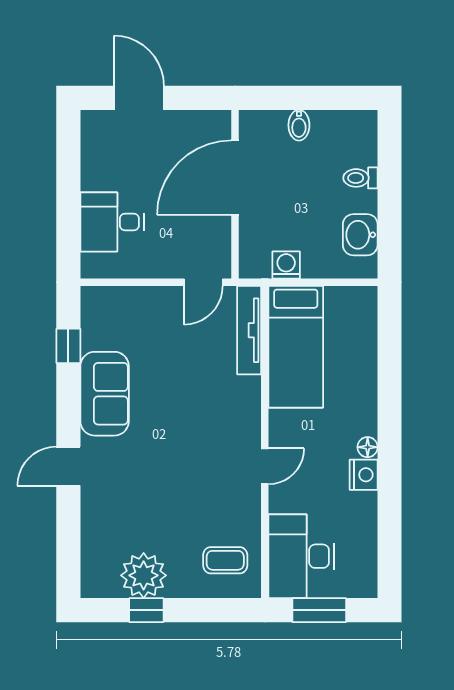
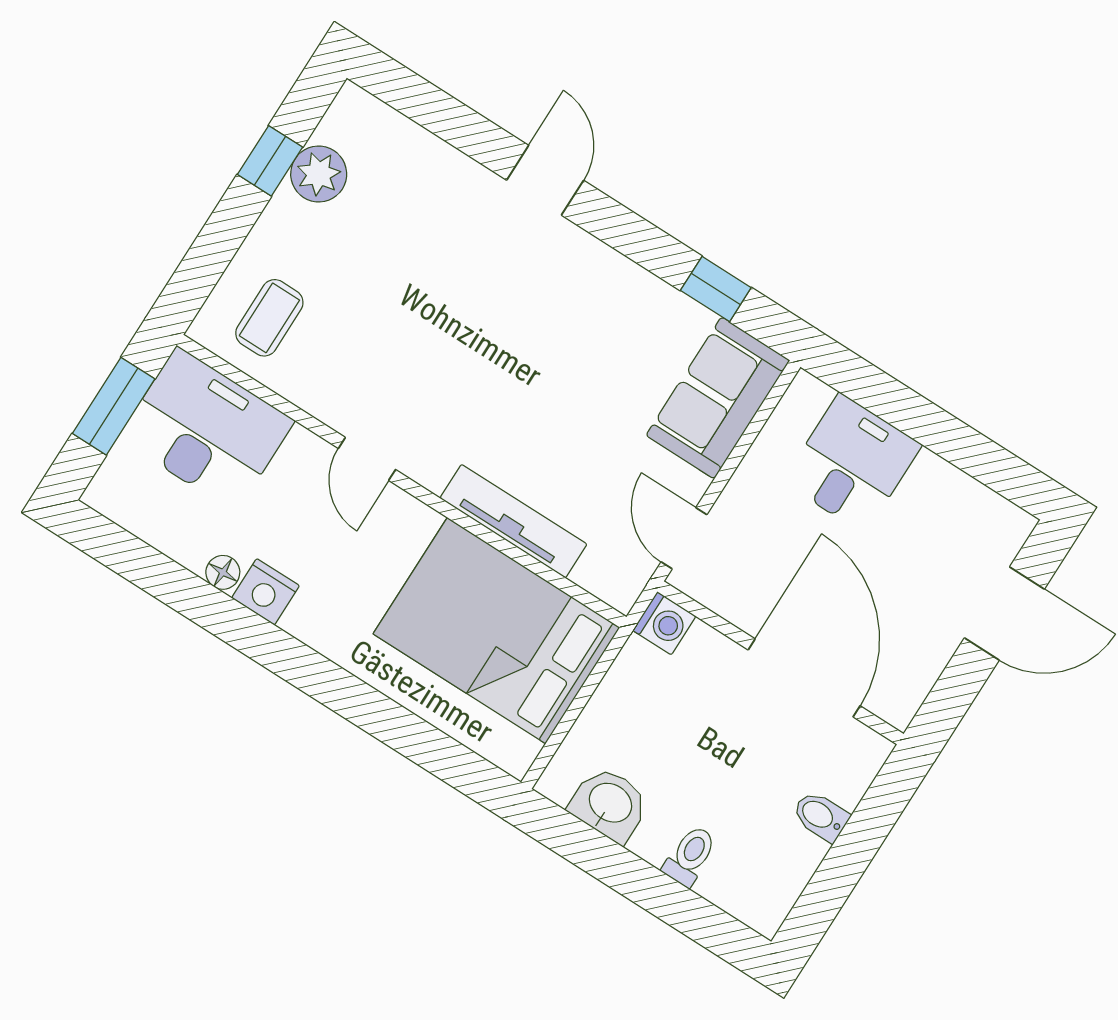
washing machine: (286, 265) -> (664, 623), moved
tv unit: (249, 330) -> (513, 521), moved
bed: (296, 347) -> (497, 631), width x1.50
sofa: (105, 394) -> (718, 398), moved, turned 90
floor lamp: (368, 447) -> (223, 572), moved
plant: (144, 575) -> (319, 174), width x0.73, depth x0.73

